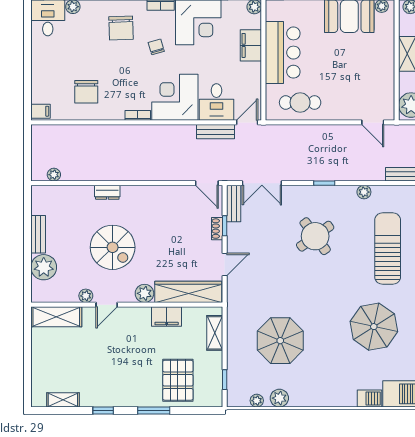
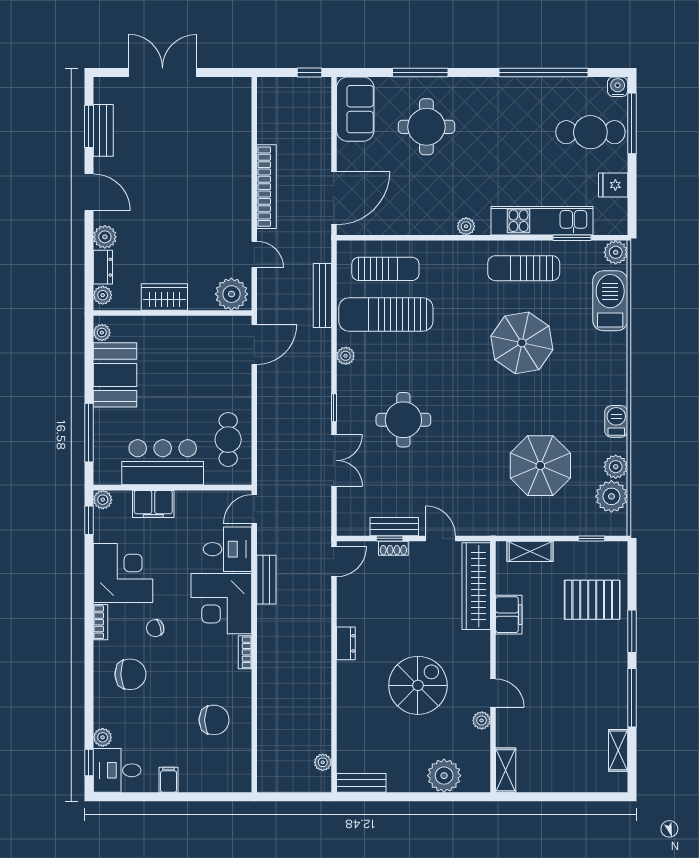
filing cabinet: (41, 111) -> (169, 780), moved
door: (247, 122) -> (254, 509), hinge flipped
door: (373, 122) -> (254, 344), width x1.38
bench: (215, 132) -> (266, 580), moved
double door: (262, 183) -> (334, 460), moved
dresser: (107, 192) -> (346, 643), moved
bench: (234, 204) -> (394, 527), moved
bench: (38, 234) -> (361, 783), moved
round table: (315, 236) -> (403, 420), turned 36
sun lounger: (388, 249) -> (386, 314), moved
plant: (144, 293) -> (478, 644), removed
shelving: (56, 317) -> (506, 770), width x0.67, depth x0.75
barbecue: (369, 399) -> (616, 421), moved
plant: (257, 401) -> (611, 496), width x1.88, depth x1.88
window: (103, 411) -> (632, 698), width x2.17

